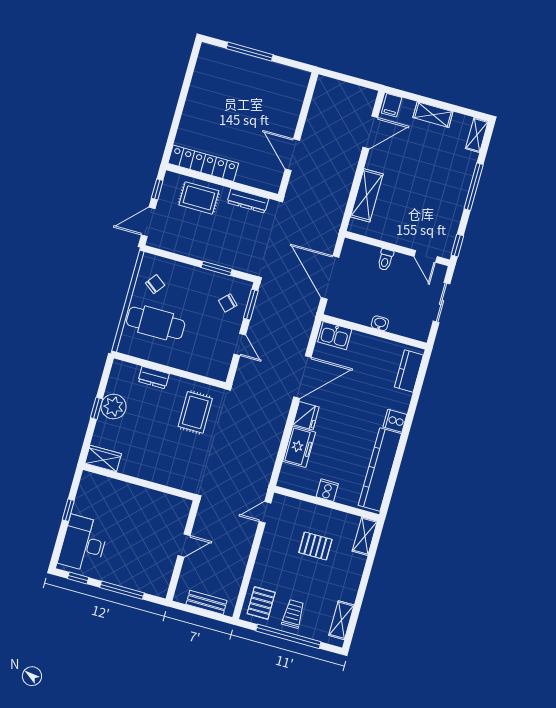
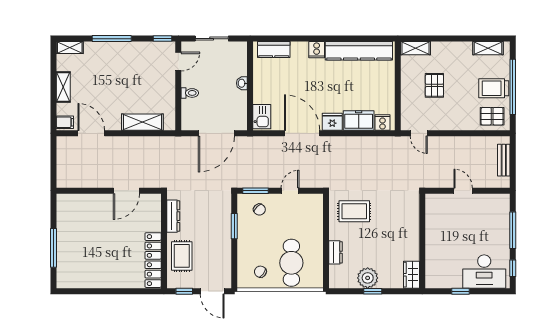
cooker: (327, 490) -> (382, 123), moved, turned 90
trolley: (293, 614) -> (494, 88), width x1.36, depth x1.39

